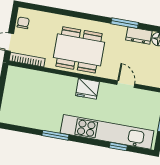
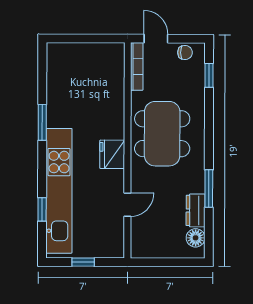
window: (43, 8) -> (209, 75), added

